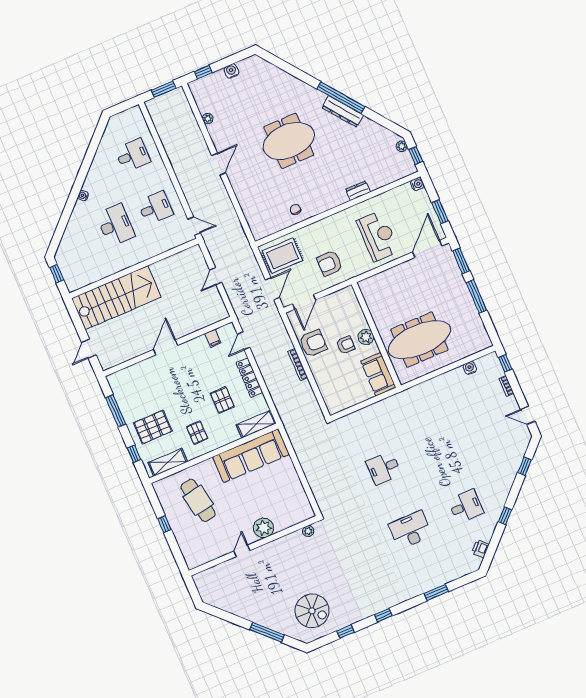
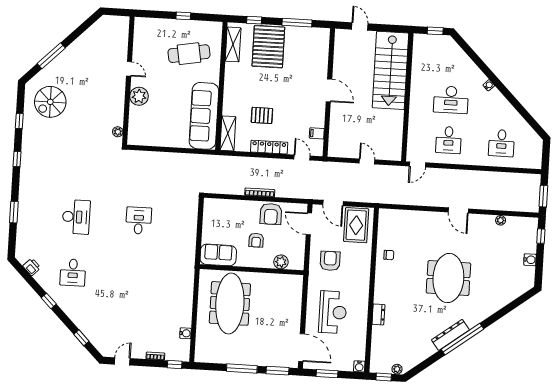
reception desk: (378, 236) -> (333, 312), turned -90
plant: (366, 337) -> (281, 262), moved
pallet: (153, 427) -> (268, 47), width x1.37, depth x1.41
pallet: (197, 433) -> (245, 81), removed

